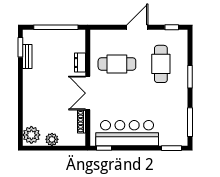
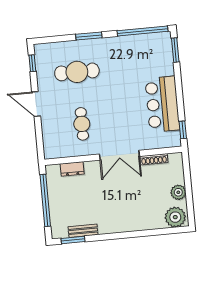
dresser: (80, 63) -> (72, 169), moved
cafe table: (117, 64) -> (82, 124), width x0.73, depth x0.74
window: (190, 122) -> (143, 31), width x1.46
bar counter: (127, 133) -> (162, 104), width x0.73

